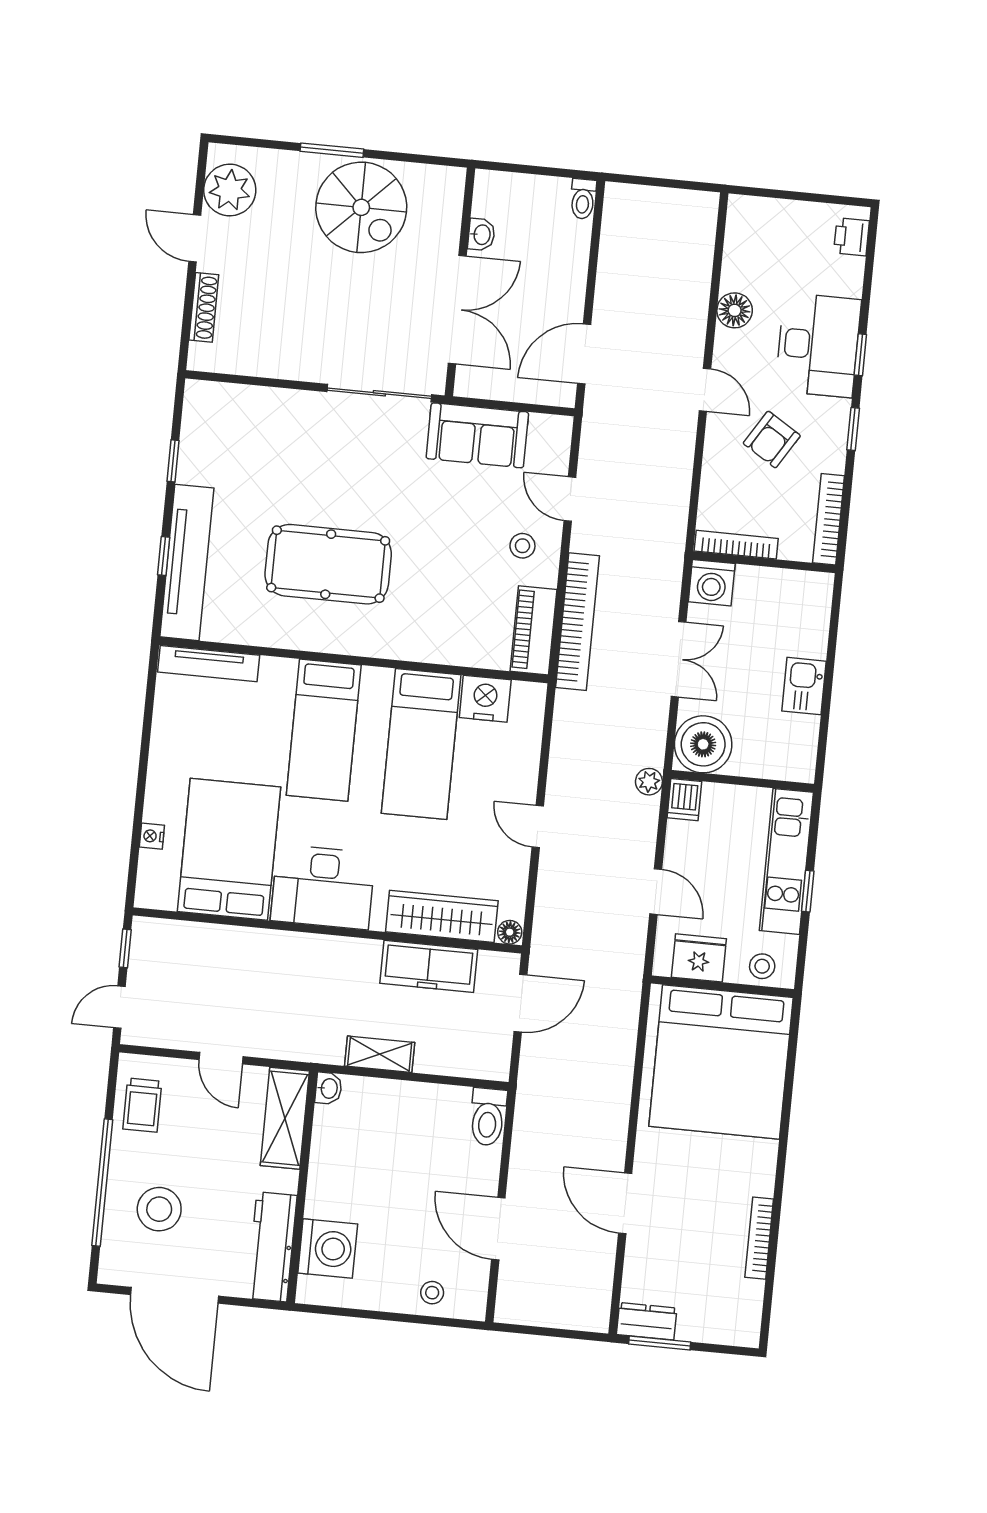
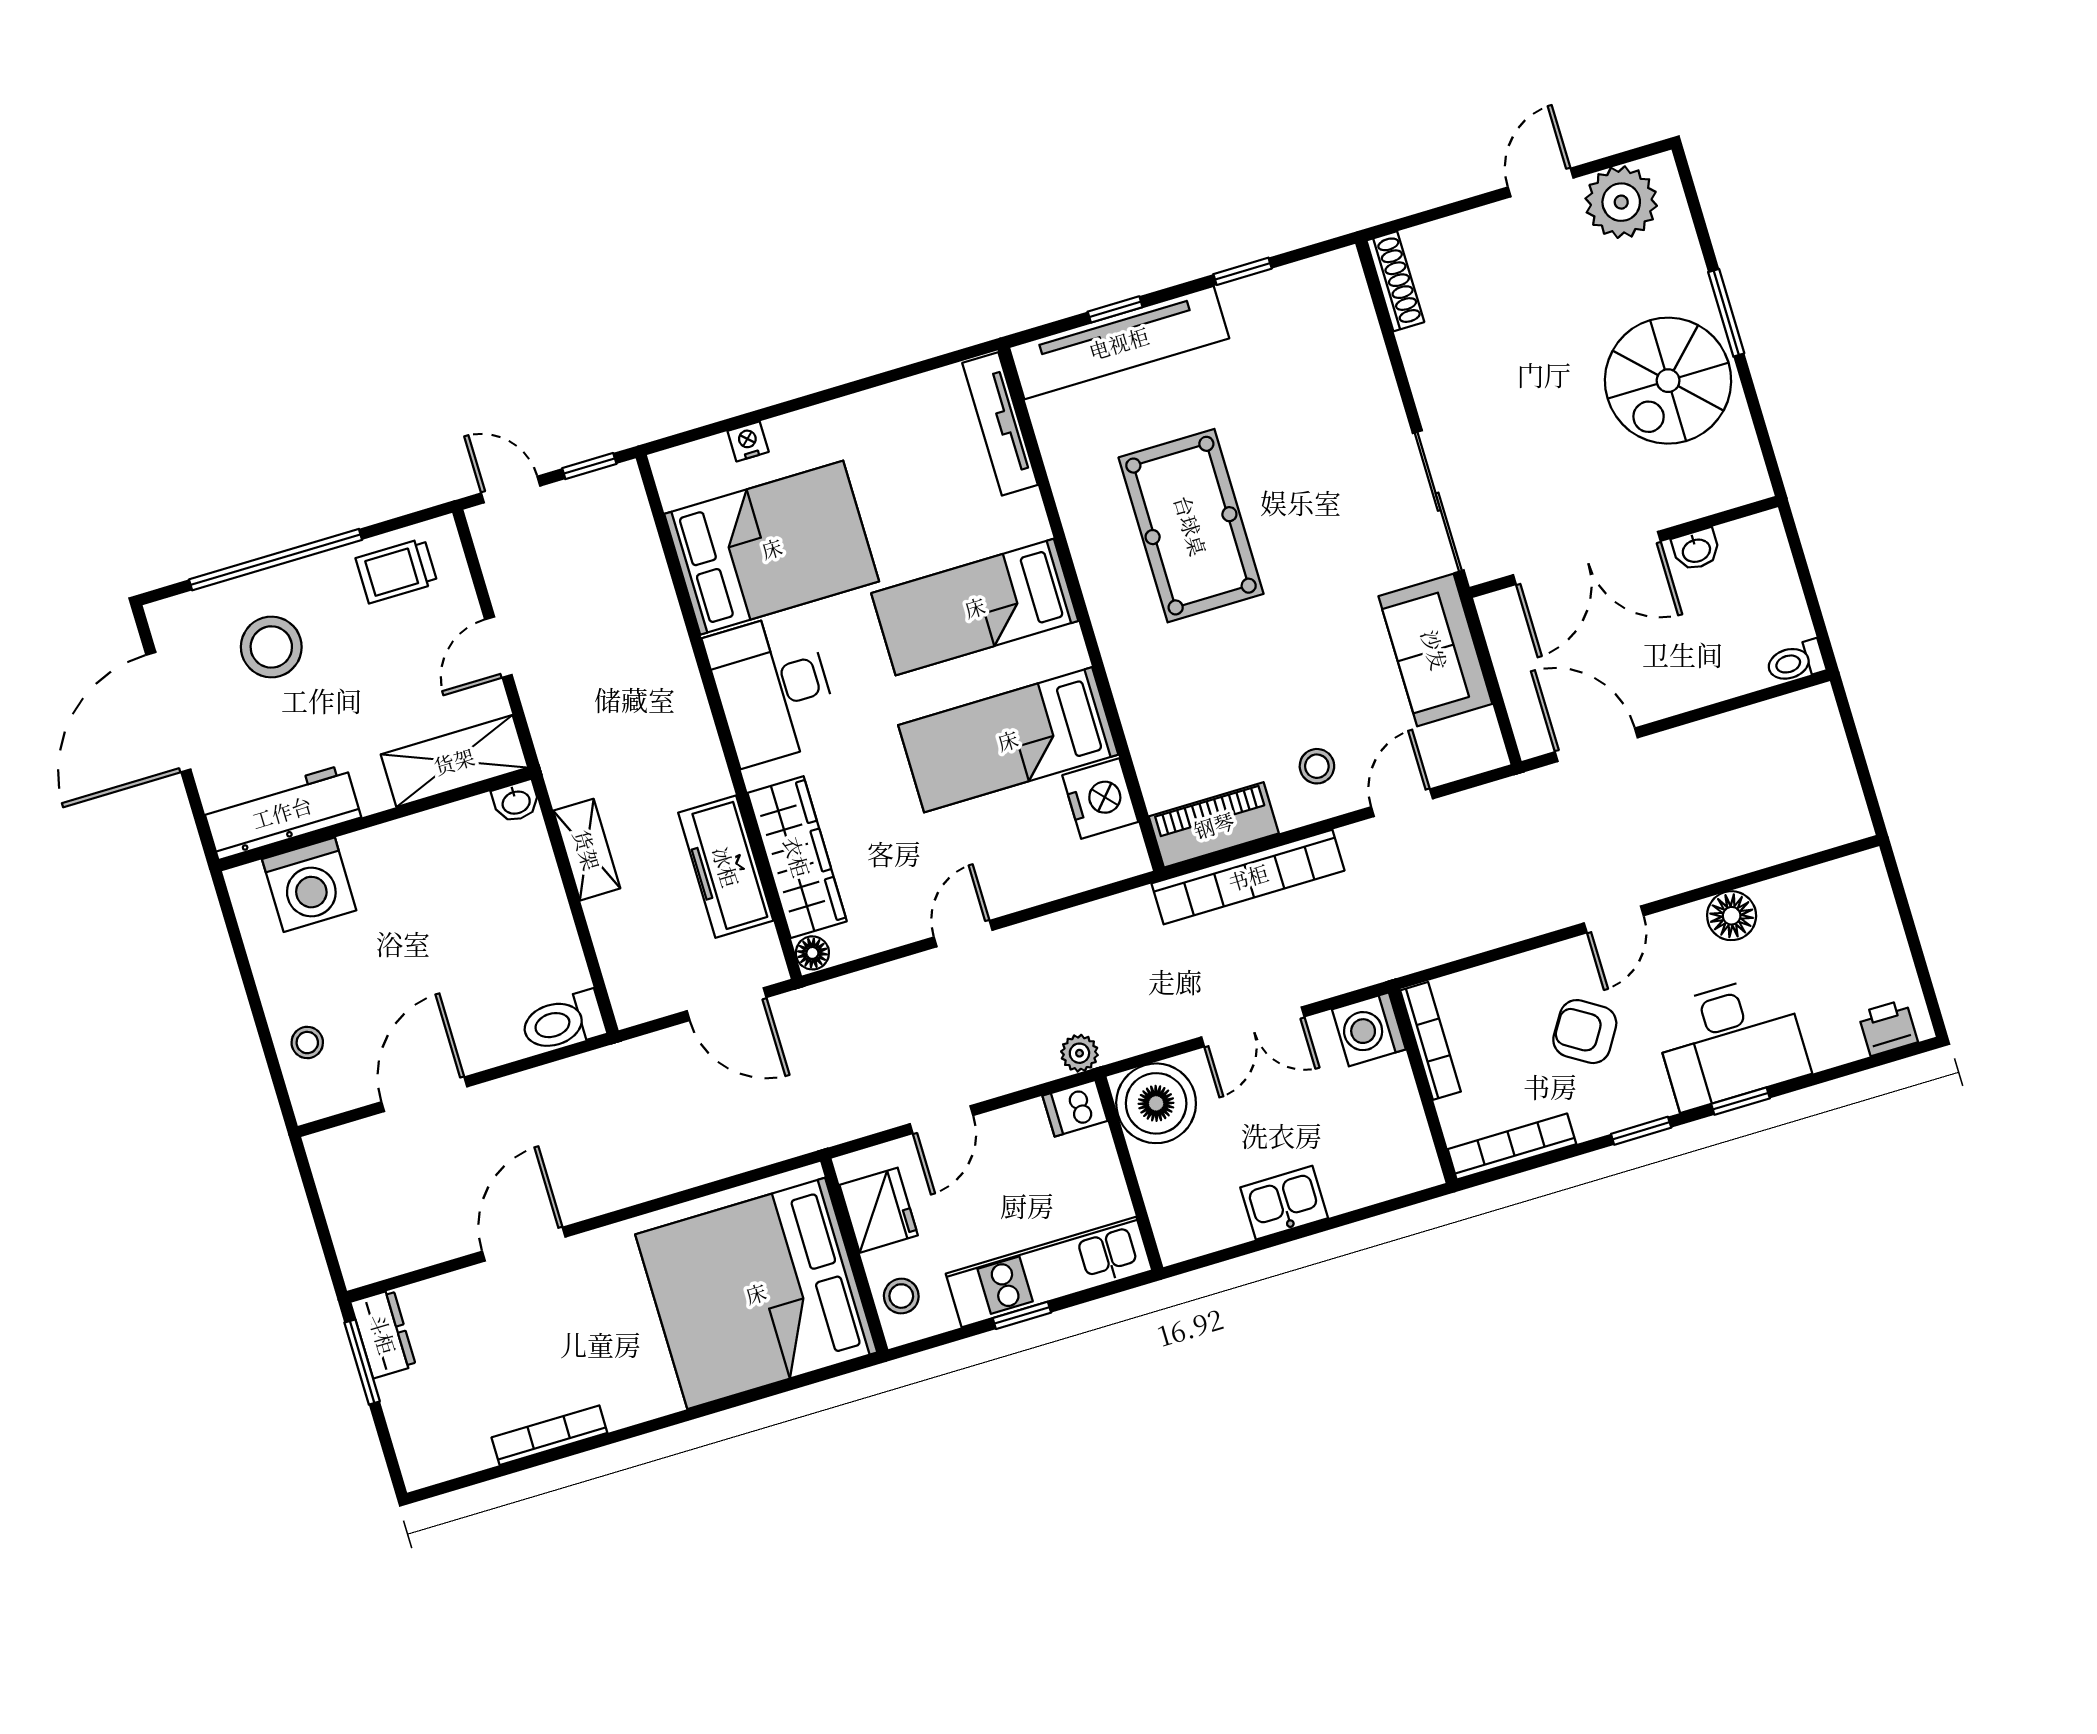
shoe rack: (204, 307) -> (1395, 281), moved, turned -90

